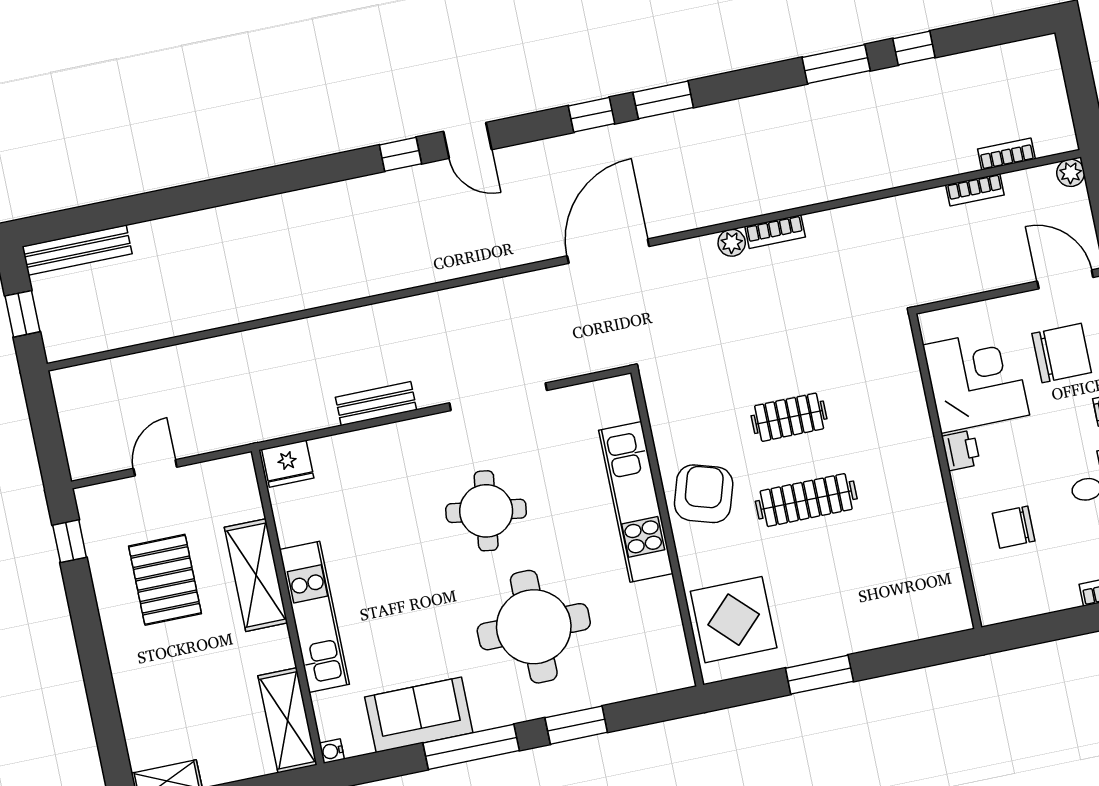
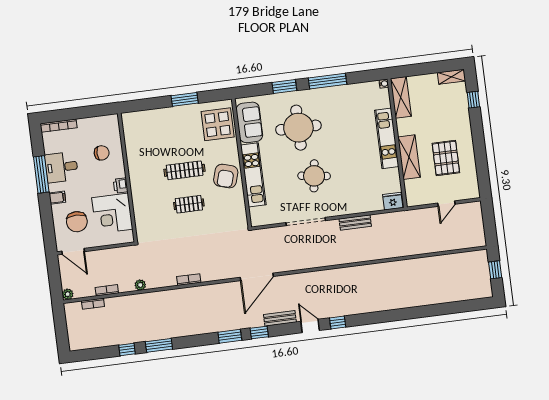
plant: (732, 243) -> (140, 285), moved
bench: (77, 250) -> (280, 318), moved, width x0.73
chair: (1062, 353) -> (77, 222), turned -90
window: (70, 541) -> (473, 100), moved
sofa: (419, 715) -> (249, 122), moved, turned -90

